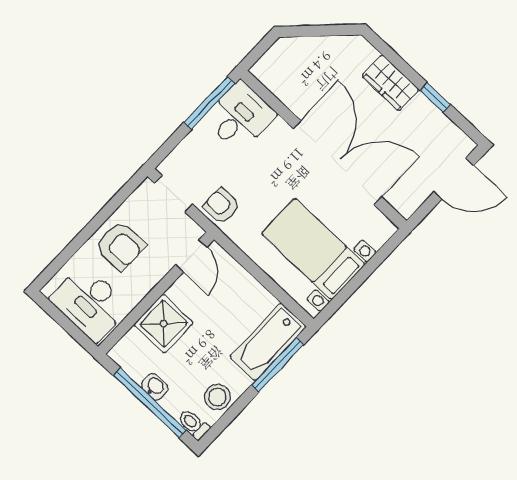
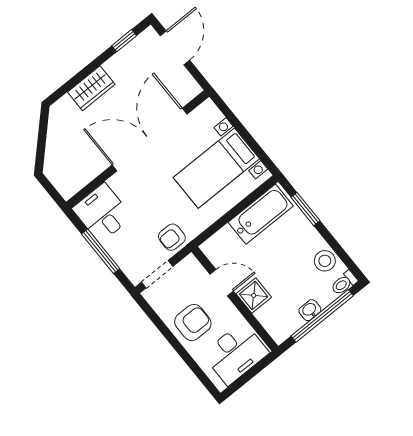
window: (435, 97) -> (124, 41), moved
window: (209, 103) -> (101, 251), moved
door: (191, 256) -> (222, 283), moved
shower: (164, 324) -> (254, 295), width x0.73, depth x0.73
bathtub: (268, 342) -> (261, 214), moved, turned -90
window: (278, 365) -> (305, 209), width x0.69

